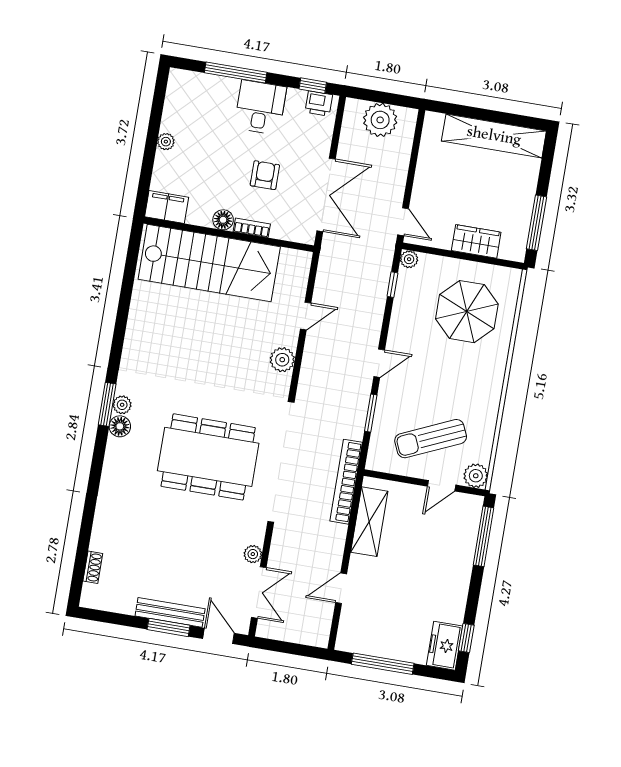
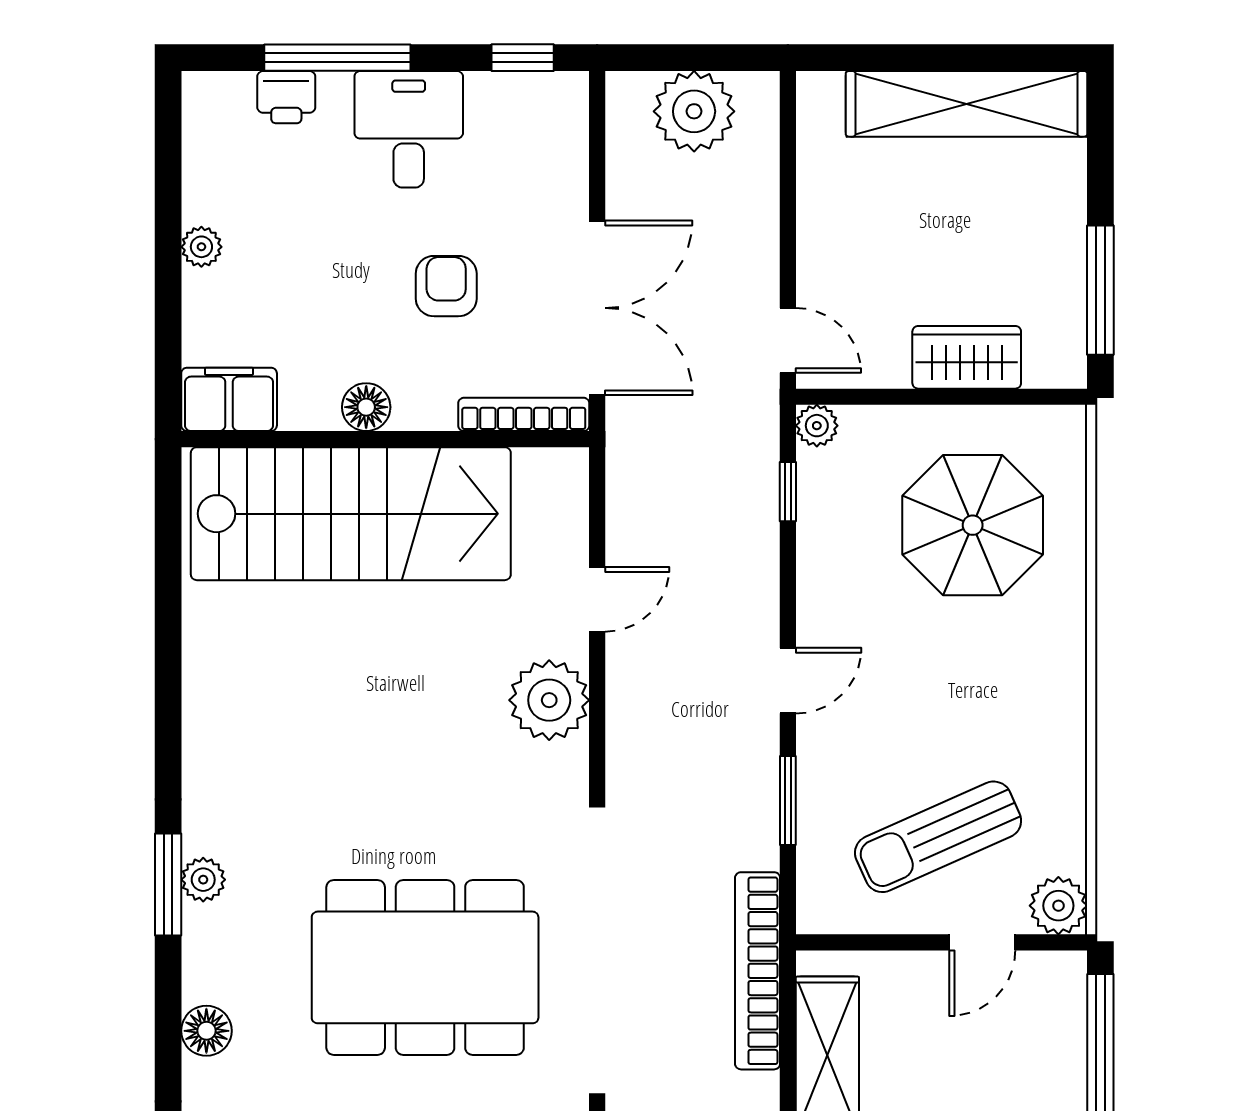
printer: (319, 104) -> (286, 97), moved
bookcase: (252, 228) -> (524, 414), moved, width x1.56
plant: (282, 360) -> (549, 700), width x1.36, depth x1.36
floor lamp: (120, 426) -> (206, 1031), moved

